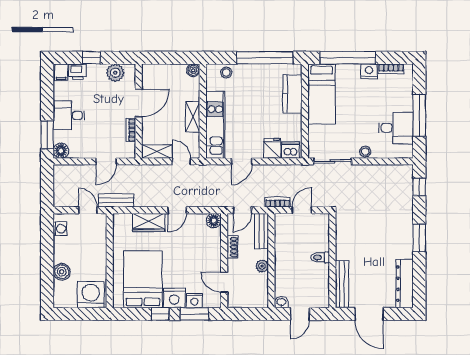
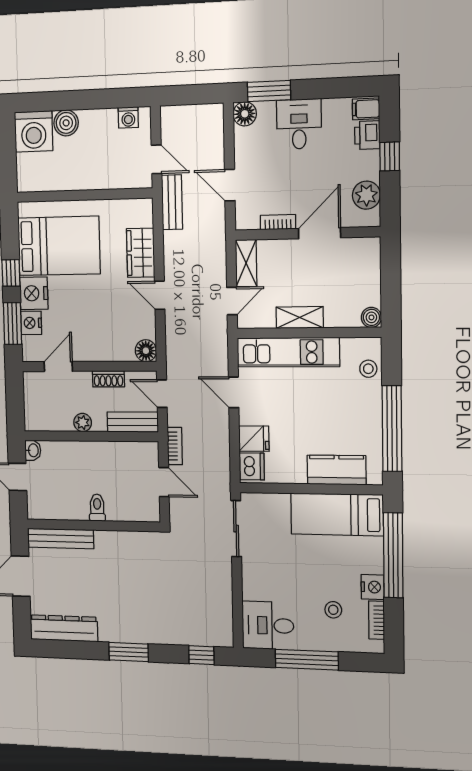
door: (139, 103) -> (320, 233), swing flipped
desk: (396, 128) -> (268, 625), moved, turned 90
stool: (365, 152) -> (333, 610), moved
door: (88, 210) -> (157, 159), hinge flipped
washing machine: (91, 295) -> (34, 131), moved, turned 90

